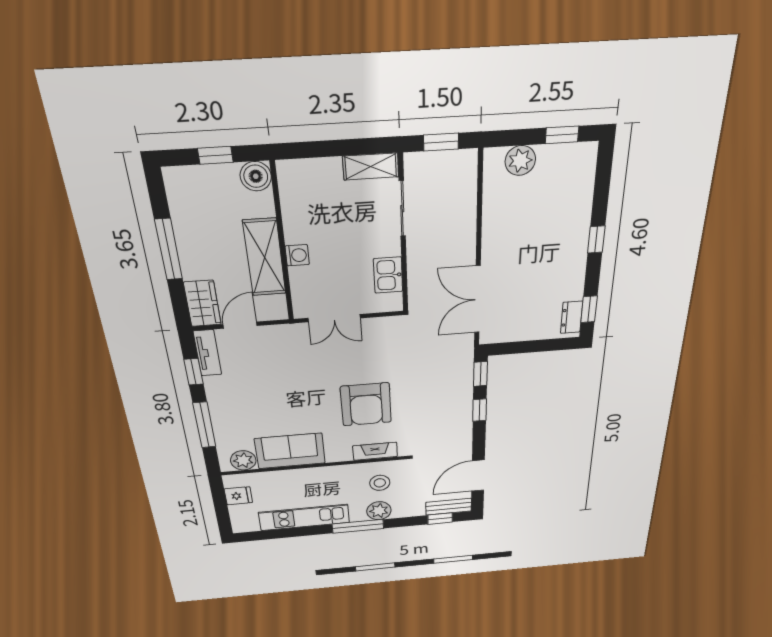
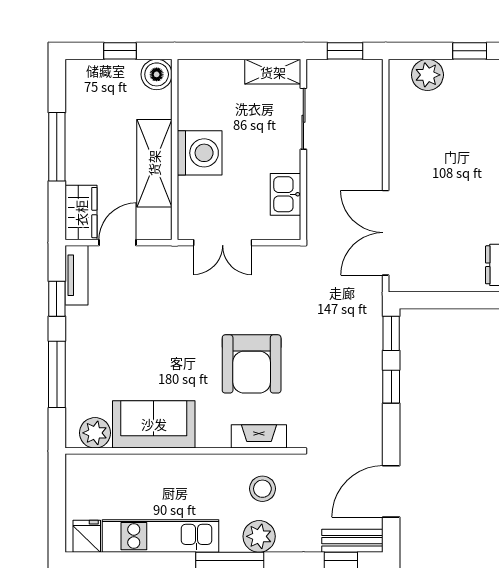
washing machine: (297, 255) -> (200, 153), width x1.89, depth x1.89
fridge: (238, 496) -> (87, 536), moved, turned -90

